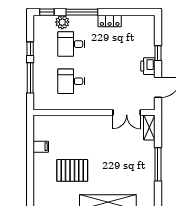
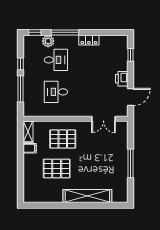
desk: (71, 44) -> (56, 60), turned 180
window: (158, 53) -> (130, 55), moved
shelving: (149, 128) -> (28, 132), moved
pallet: (79, 136) -> (63, 139), added

